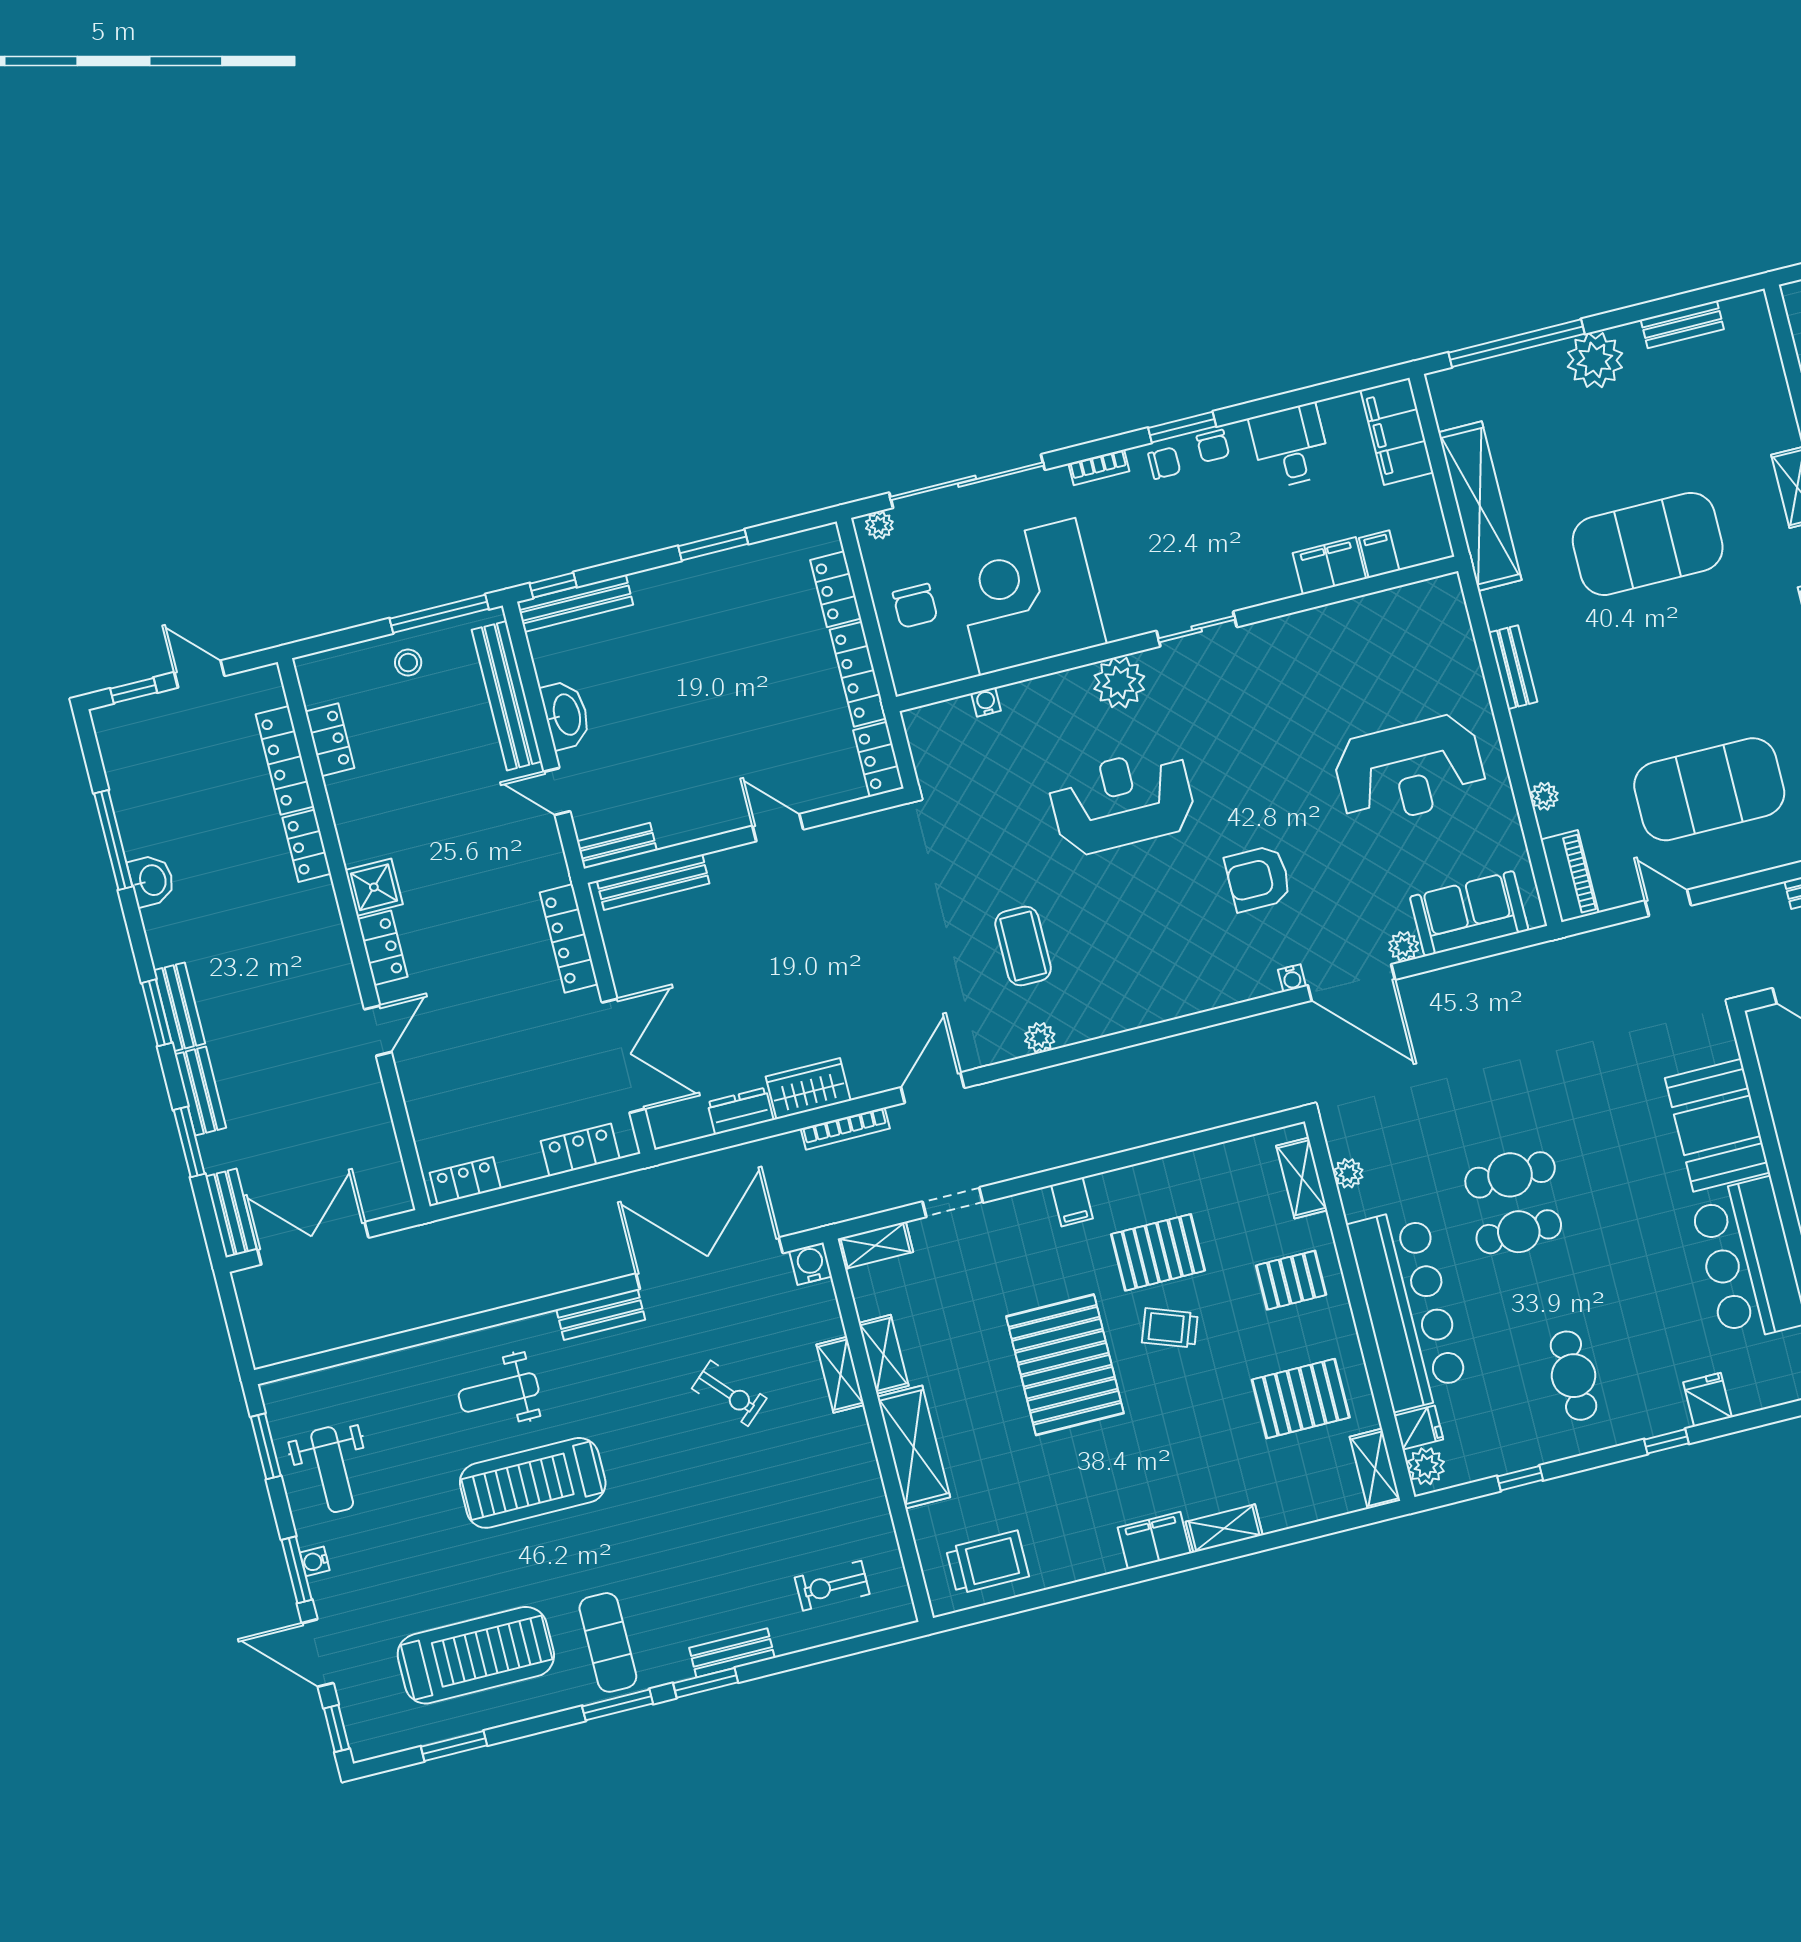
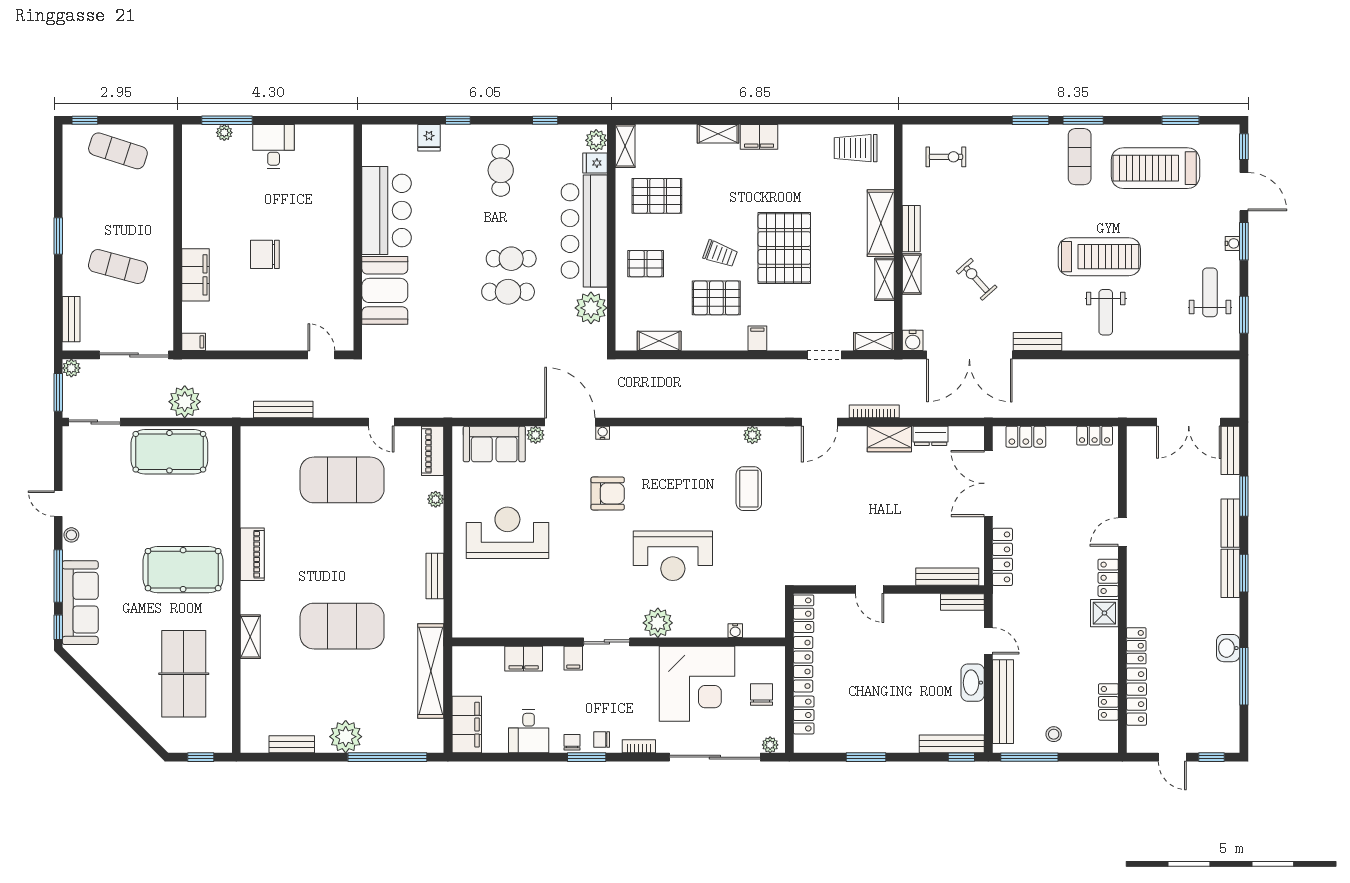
filing cabinet: (1379, 554) -> (573, 658), moved
plant: (1348, 1173) -> (591, 308), width x1.88, depth x1.88
shelving: (1302, 1178) -> (659, 341), moved, turned 90
weight bench: (499, 1392) -> (1106, 312), turned 90
bench: (732, 1653) -> (911, 229), moved, turned 90

